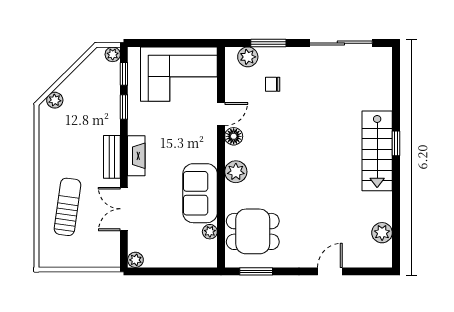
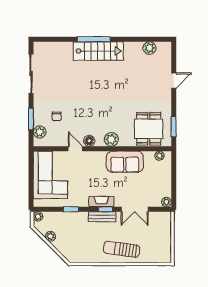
window: (124, 74) -> (105, 209), moved
plant: (55, 100) -> (50, 236), moved
window: (396, 143) -> (94, 39), width x2.17
sun lounger: (67, 207) -> (122, 249), moved
plant: (210, 232) -> (159, 156), moved
door: (330, 271) -> (174, 81), swing flipped

